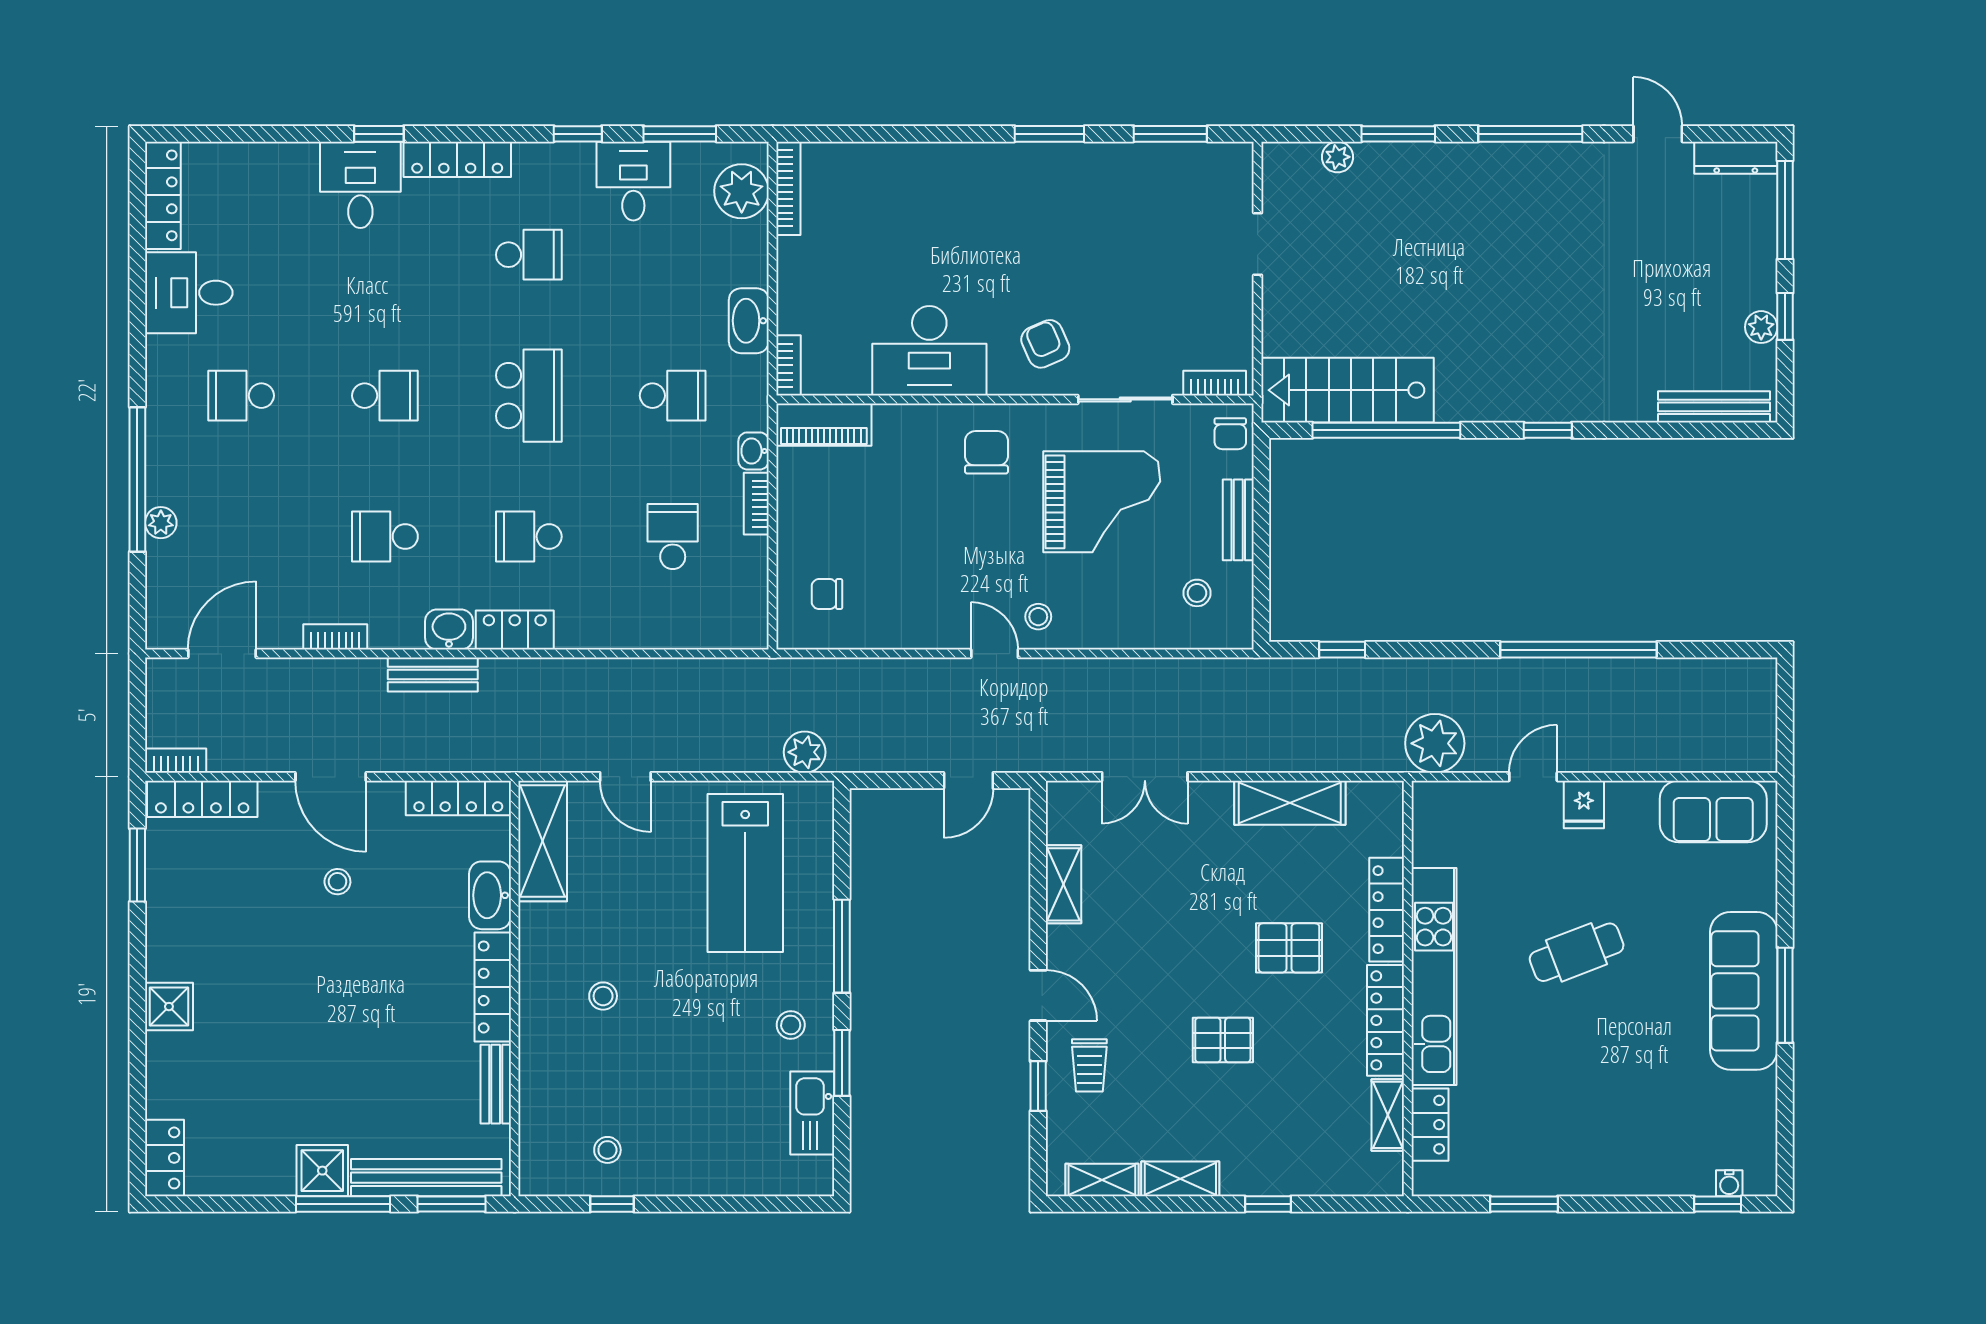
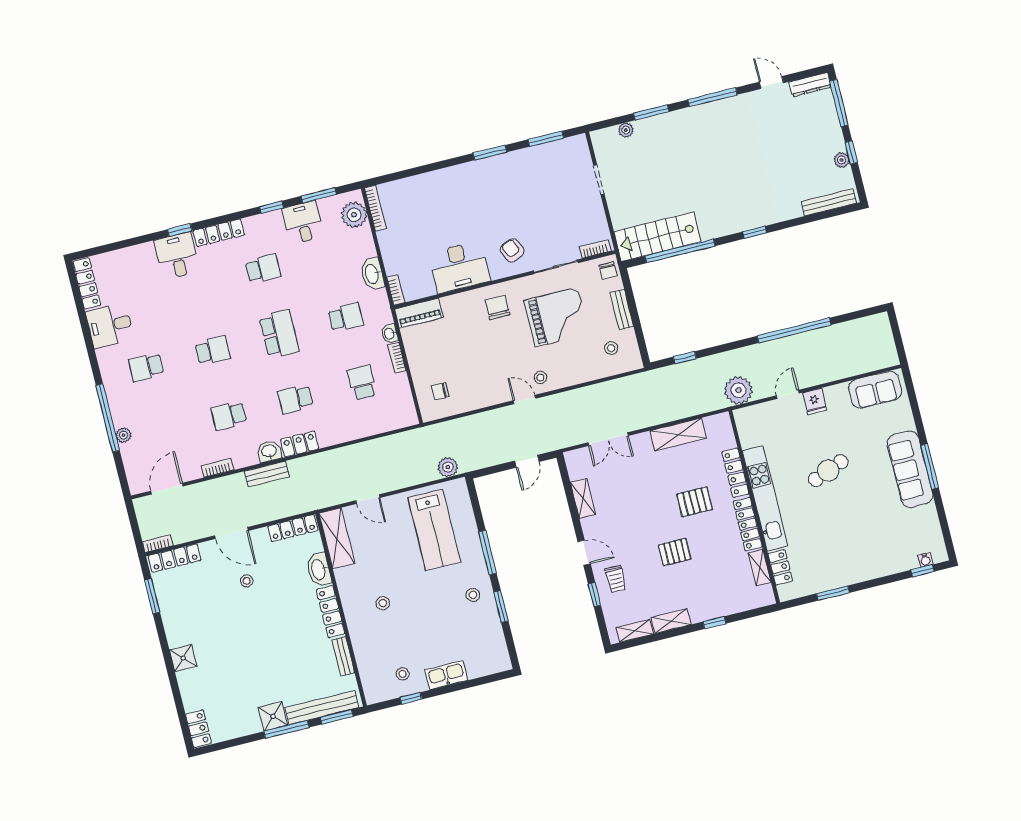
kitchen sink: (812, 1113) -> (446, 675), moved, turned 90

